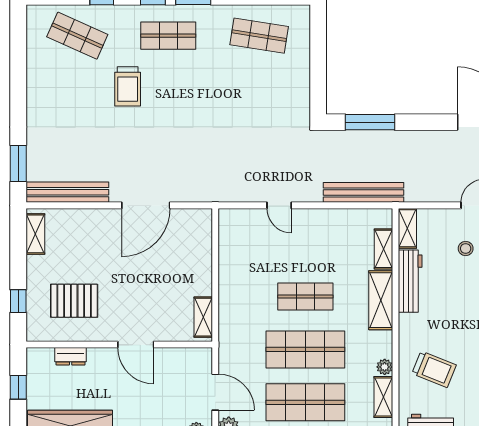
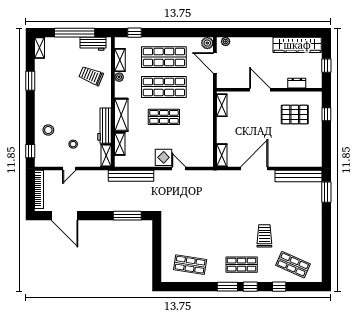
display table: (306, 225) -> (164, 157), added
shelving: (35, 234) -> (222, 155), moved

